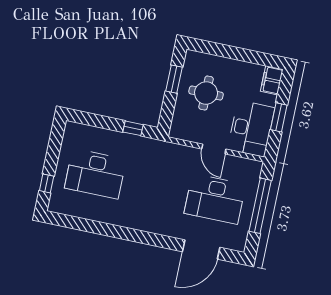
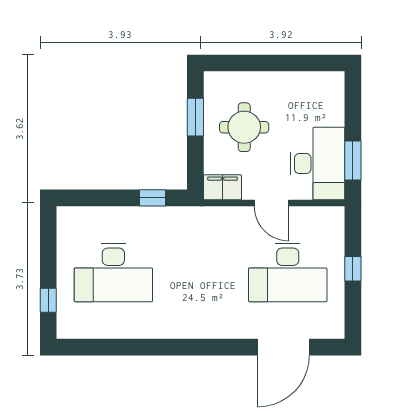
filing cabinet: (272, 80) -> (223, 187), moved, turned 90
window: (279, 117) -> (353, 160), moved
window: (260, 206) -> (353, 269), width x0.32

